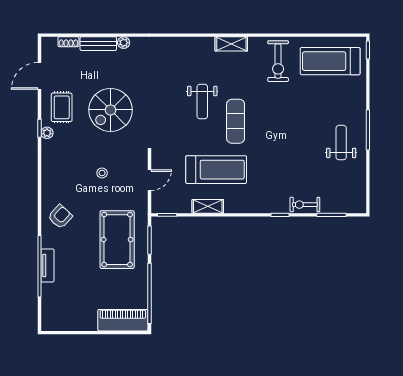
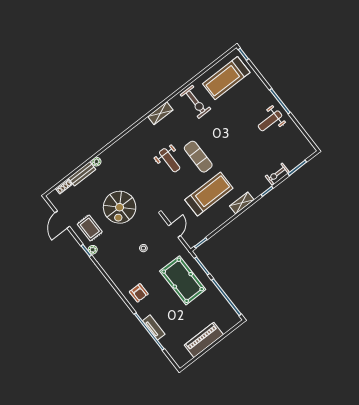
weight bench: (341, 143) -> (270, 121), turned -90
shelving: (208, 206) -> (242, 203), moved
armchair: (60, 217) -> (139, 293), turned 137
piano: (123, 320) -> (204, 340), moved

